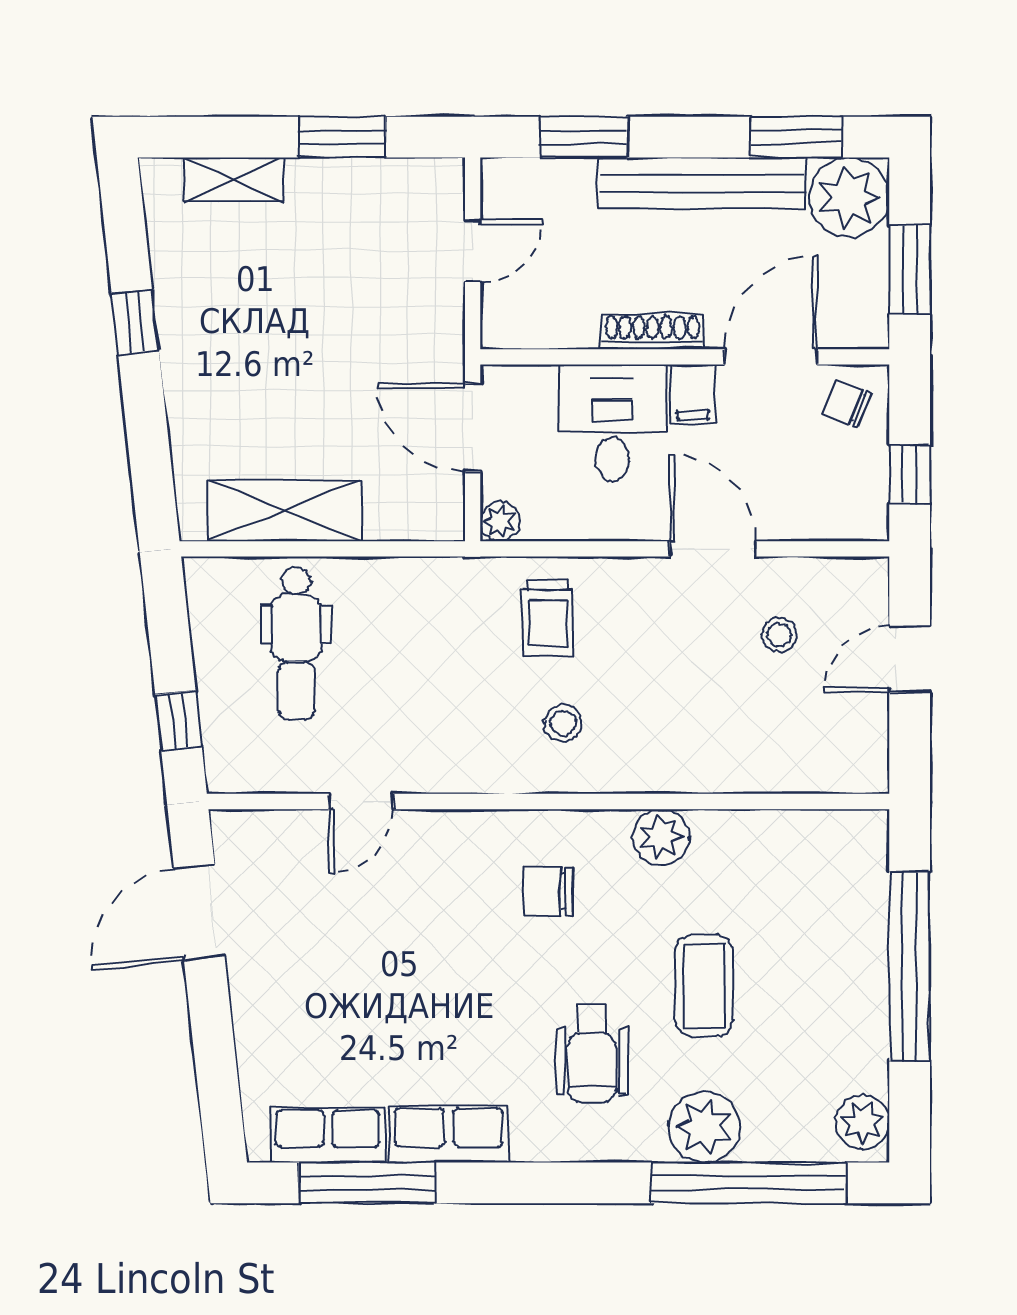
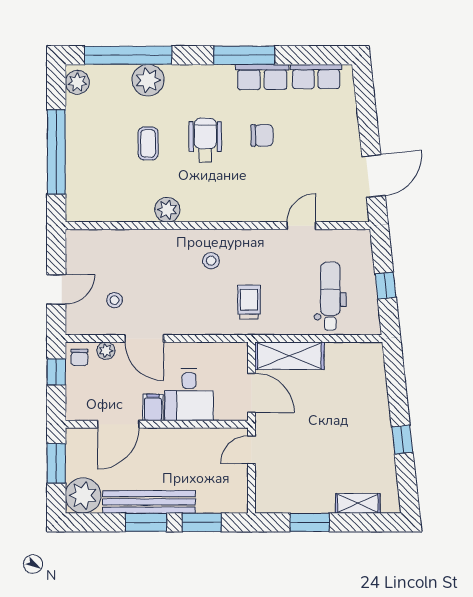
window: (796, 137) -> (146, 522), moved
door: (473, 251) -> (251, 450), moved
shoe rack: (652, 332) -> (171, 435), removed
chair: (847, 403) -> (79, 357), moved, turned 67
shelving: (284, 510) -> (289, 356), moved
plant: (500, 521) -> (106, 351), moved
trolley: (547, 618) -> (249, 302), moved
window: (178, 721) -> (385, 286), moved
chair: (548, 891) -> (262, 135), moved
coffee table: (704, 985) -> (148, 143), width x0.73, depth x0.77
wheelchair: (592, 1053) -> (205, 140), moved
window: (367, 1183) -> (244, 55), moved

